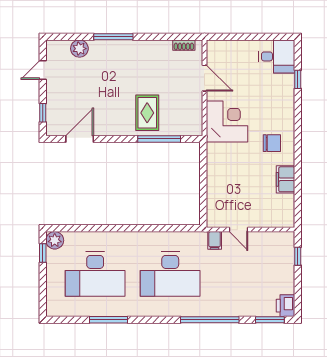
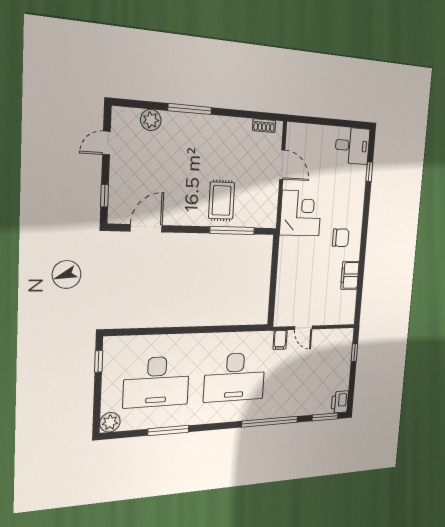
plant: (55, 240) -> (110, 422), moved

